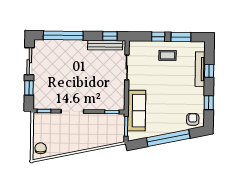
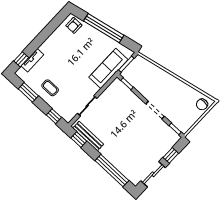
window: (158, 37) -> (54, 116), moved
tv unit: (200, 69) -> (32, 60), width x0.71
window: (209, 71) -> (21, 59), moved
window: (209, 103) -> (51, 27), removed

